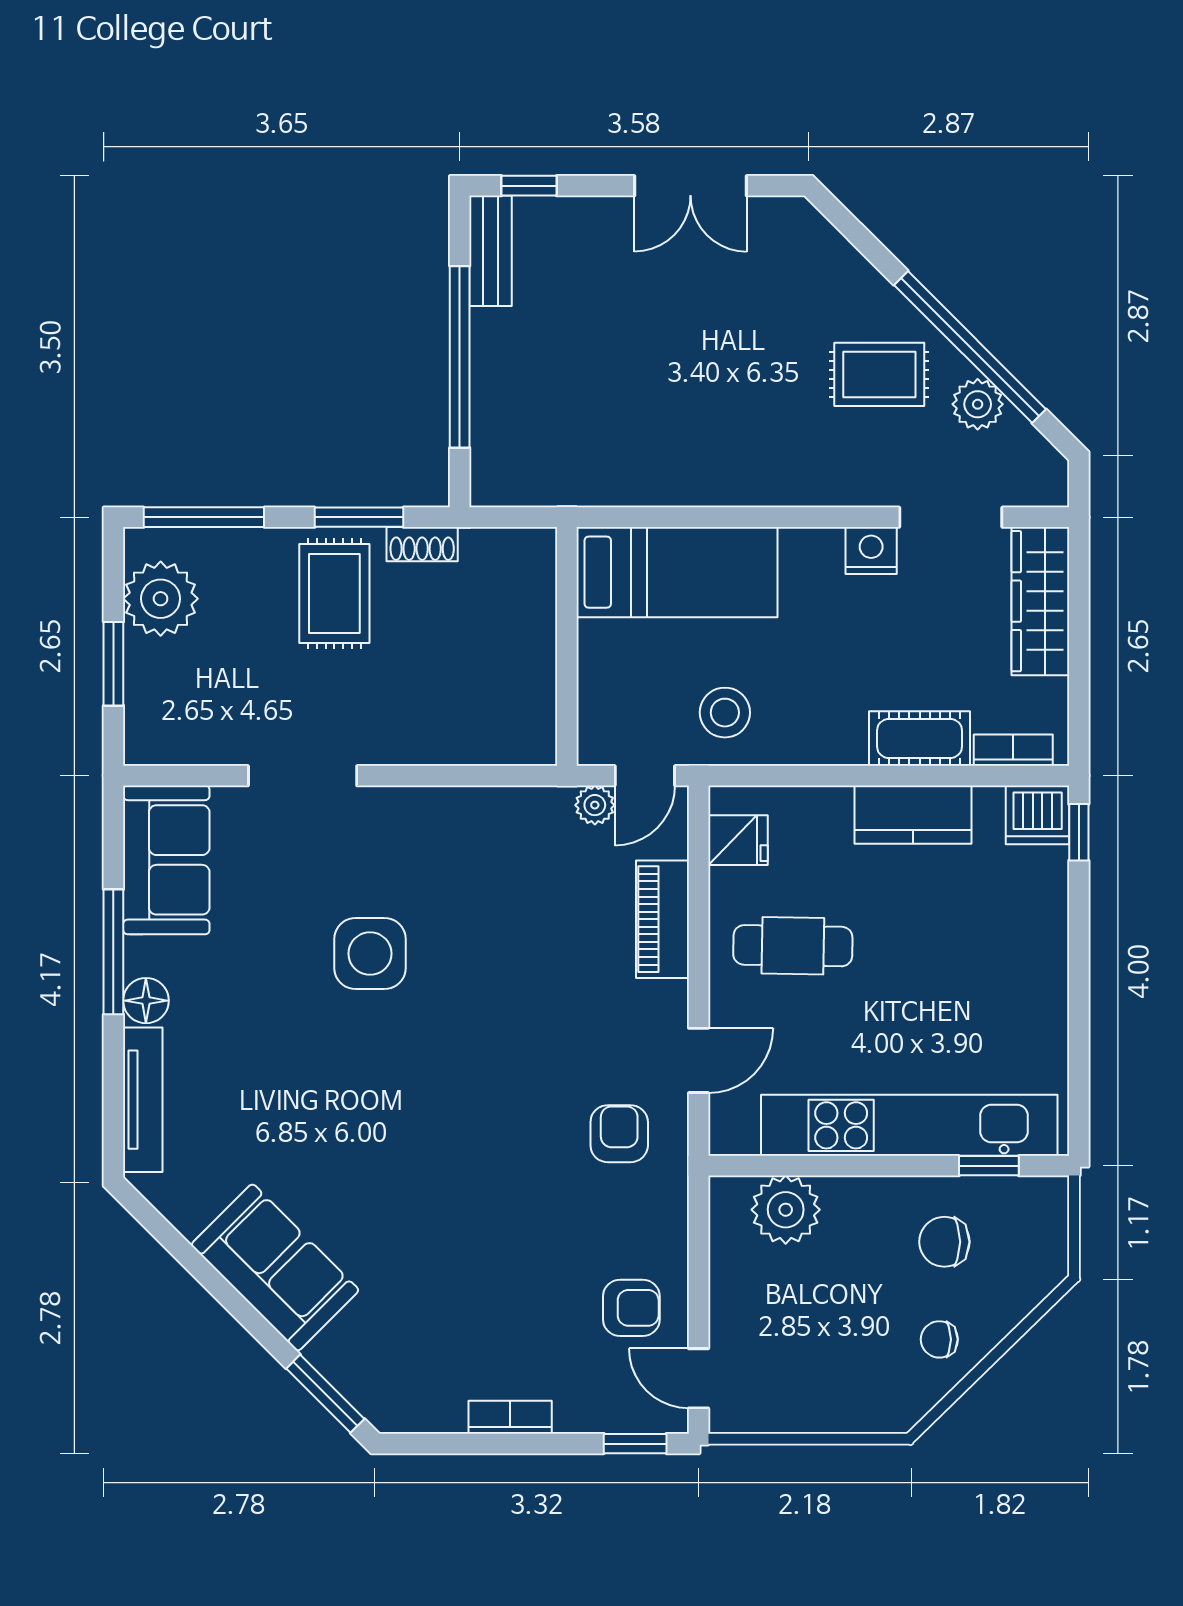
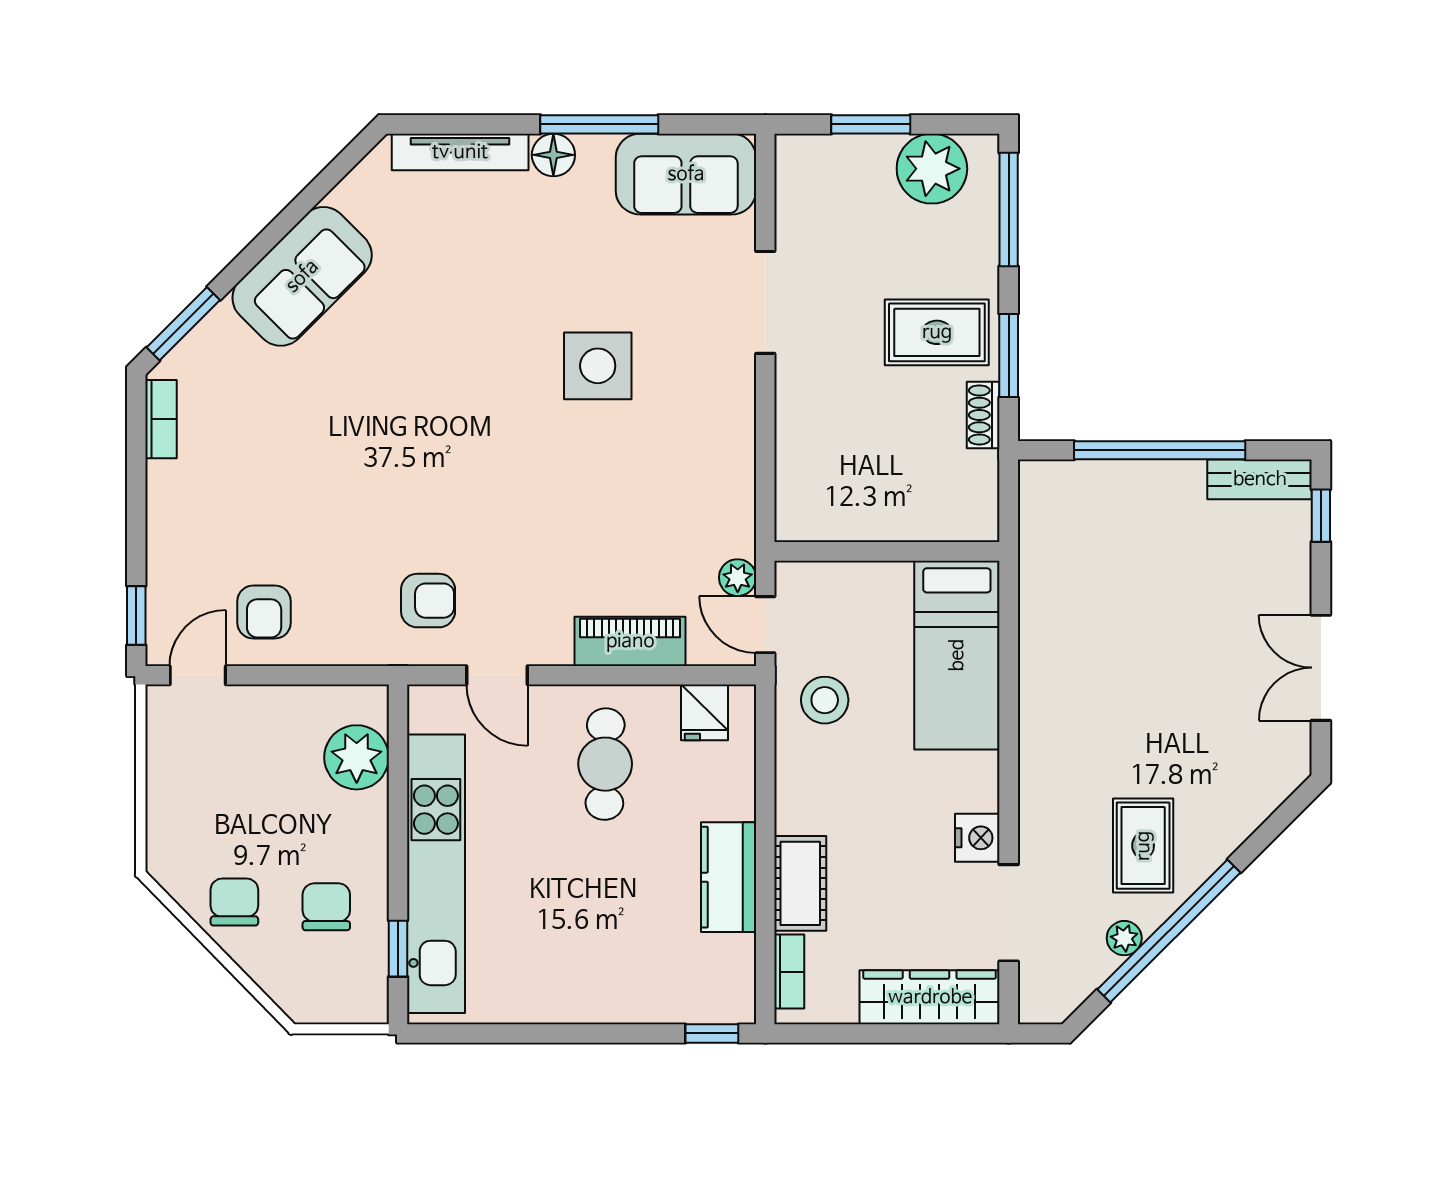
plant: (978, 404) -> (1124, 938), width x0.73, depth x0.73
dishwasher: (1038, 815) -> (728, 995), removed
chair: (939, 1339) -> (234, 902), width x1.37, depth x1.37
bookcase: (510, 1417) -> (161, 419), moved

